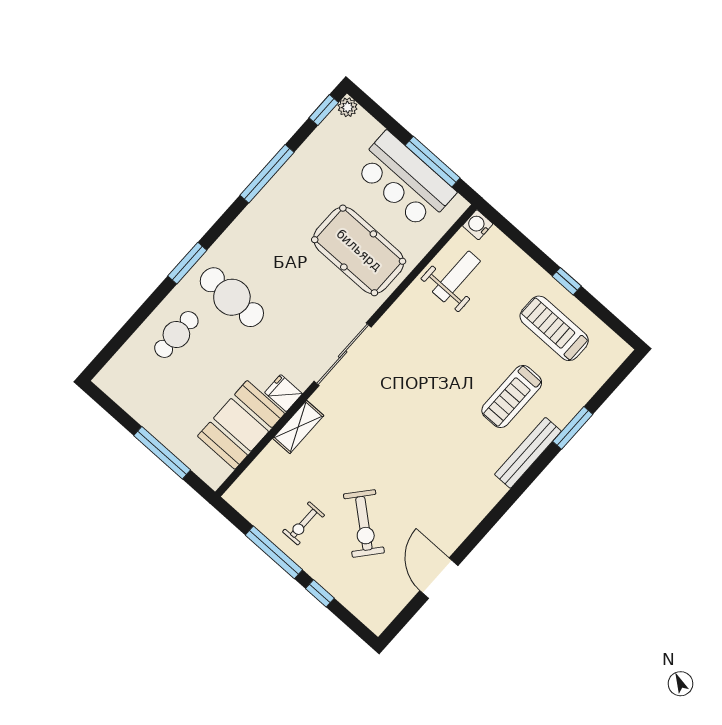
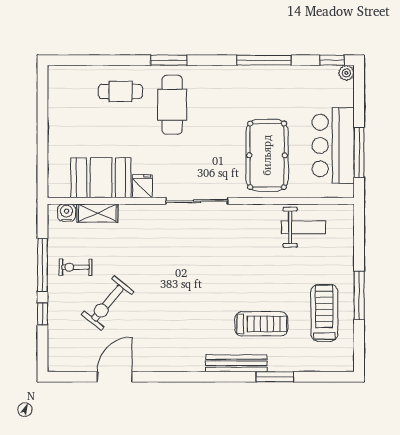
water cooler: (478, 225) -> (67, 213), moved
window: (567, 281) -> (359, 295), width x2.17
treadmill: (512, 397) -> (261, 324), turned 180
shelving: (298, 427) -> (97, 213), moved
window: (162, 453) -> (43, 146), removed

